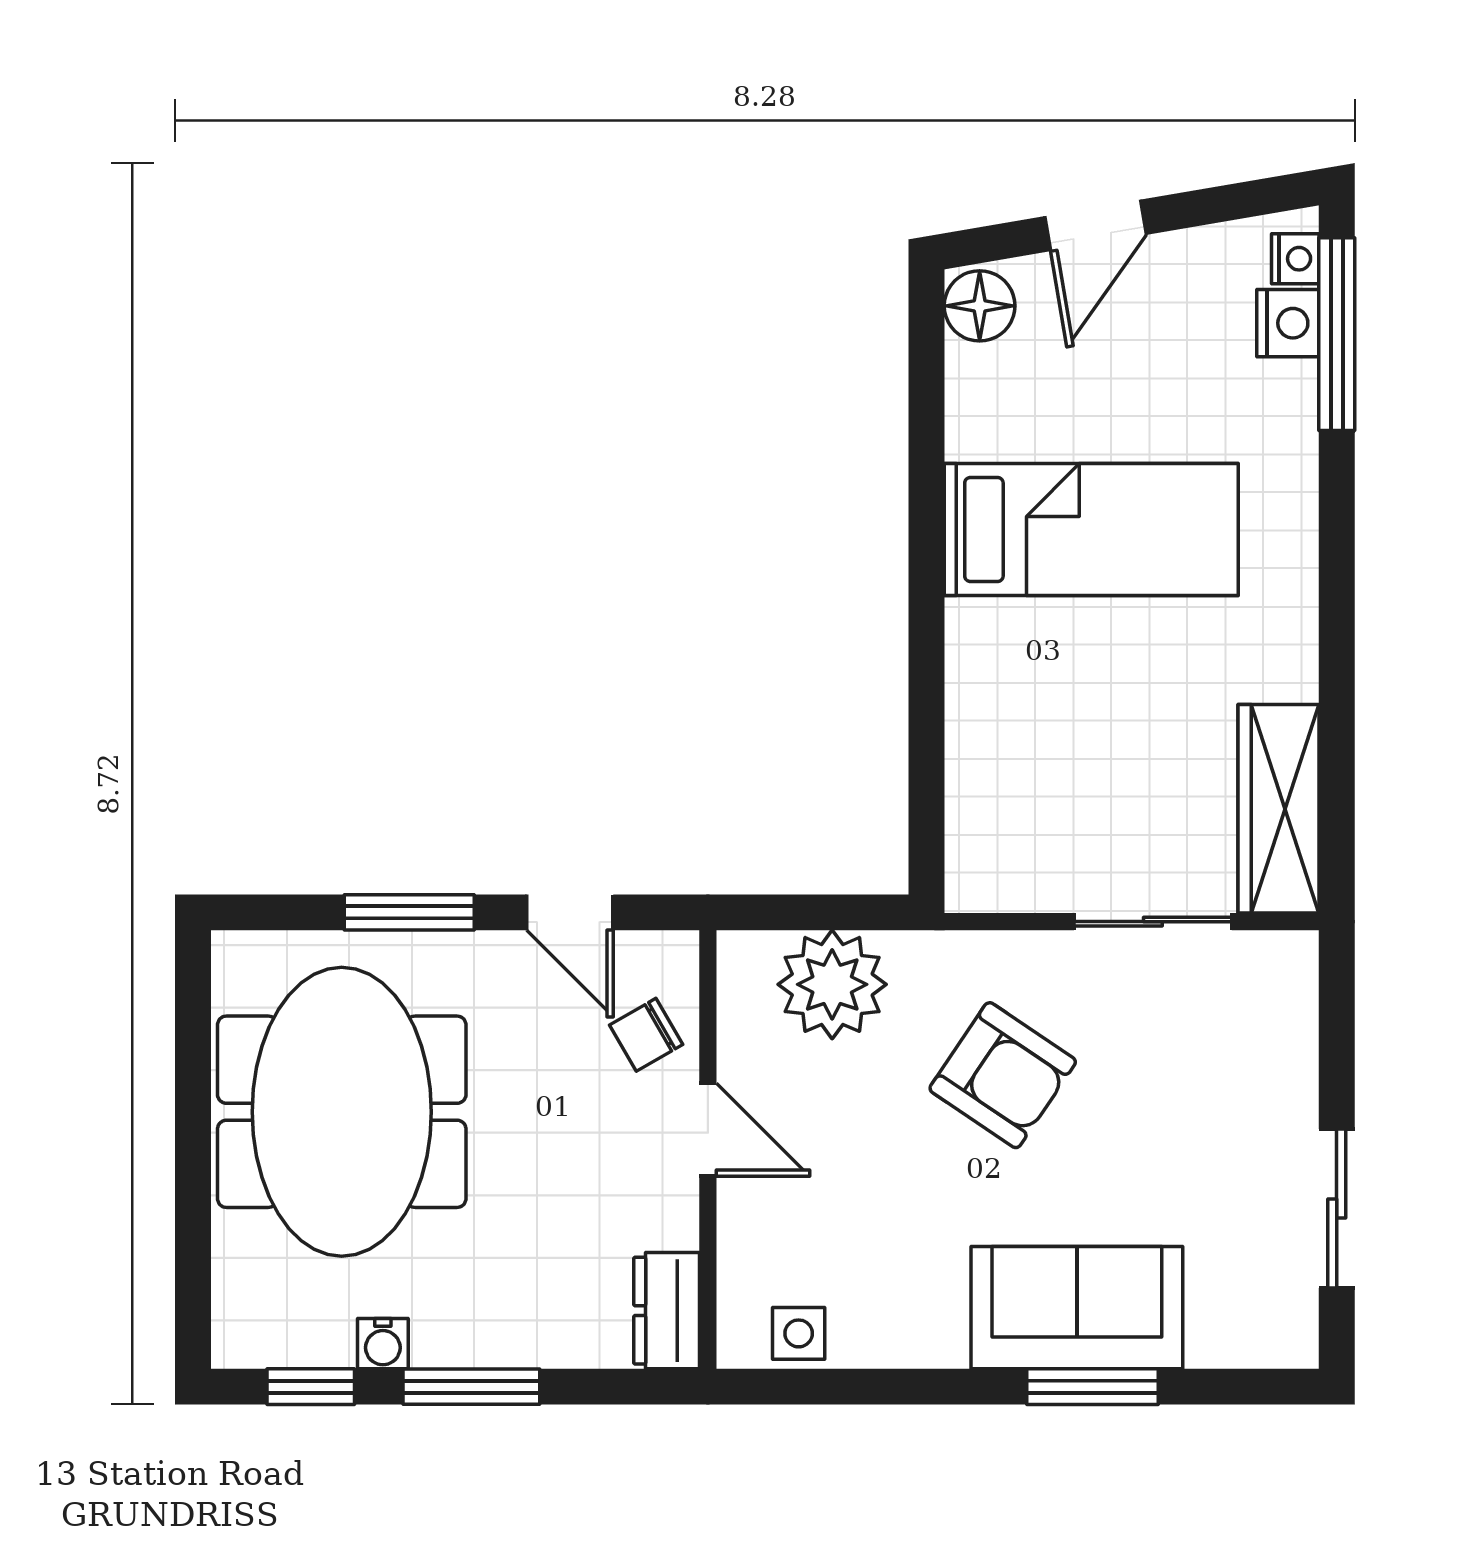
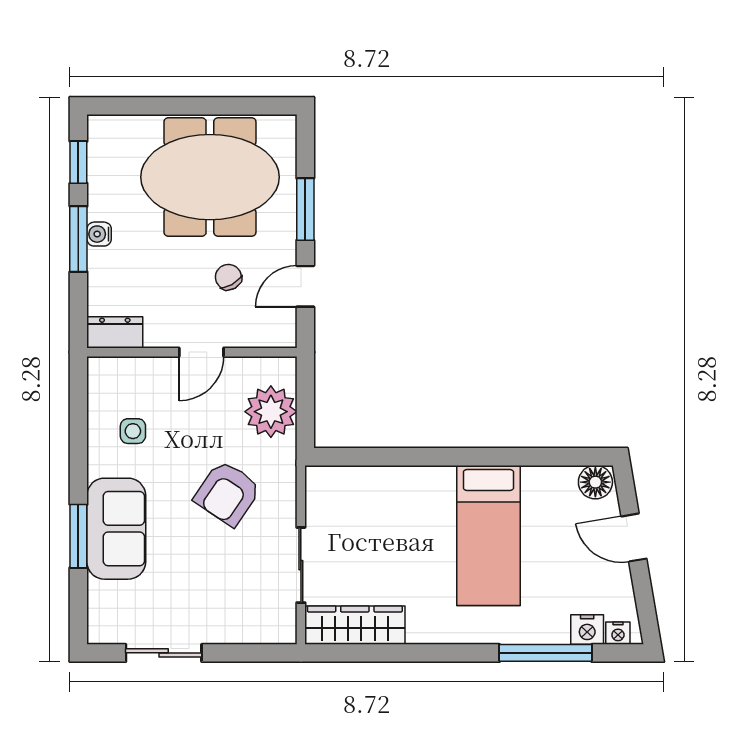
window: (1337, 334) -> (546, 653), moved
chair: (646, 1035) -> (228, 277), moved
side table: (799, 1333) -> (133, 431), moved
water cooler: (383, 1344) -> (99, 234), moved

